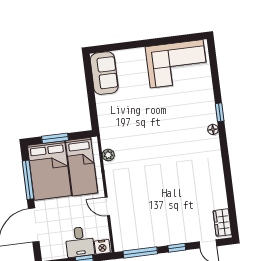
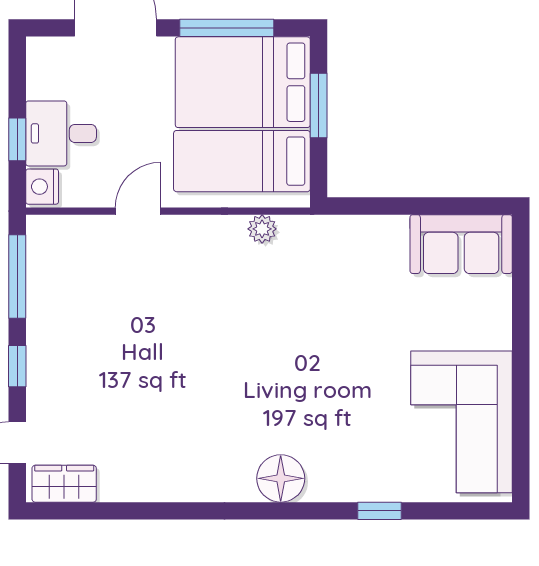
window: (220, 112) -> (379, 511), moved
floor lamp: (213, 129) -> (281, 478), width x1.89, depth x1.89

